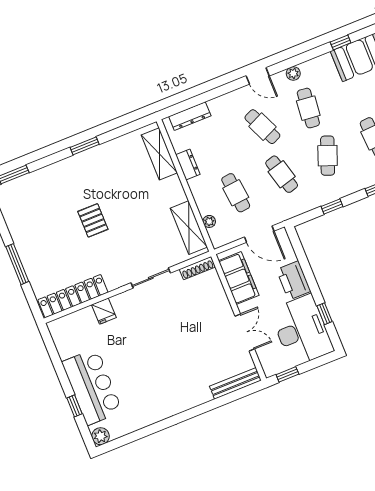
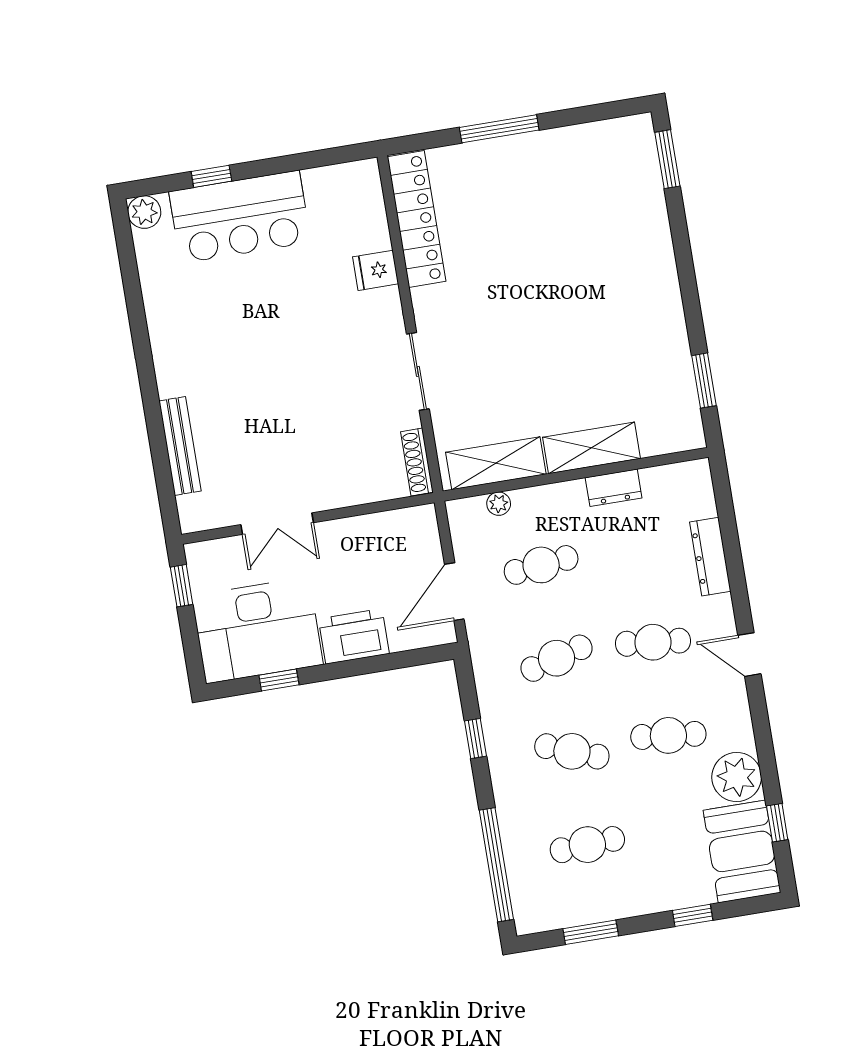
plant: (293, 73) -> (737, 777), moved, width x1.88, depth x1.88
door: (258, 76) -> (749, 655), hinge flipped
dresser: (190, 116) -> (710, 557), moved
cafe table: (262, 127) -> (653, 642), turned 30
window: (85, 146) -> (704, 381), moved
shelving: (159, 154) -> (591, 448), moved
pallet: (93, 220) -> (549, 288), removed
filing cabinet: (239, 278) -> (381, 535), removed
bench: (235, 383) -> (180, 446), moved

